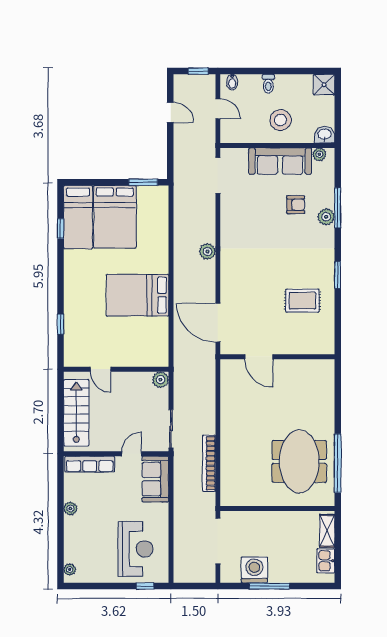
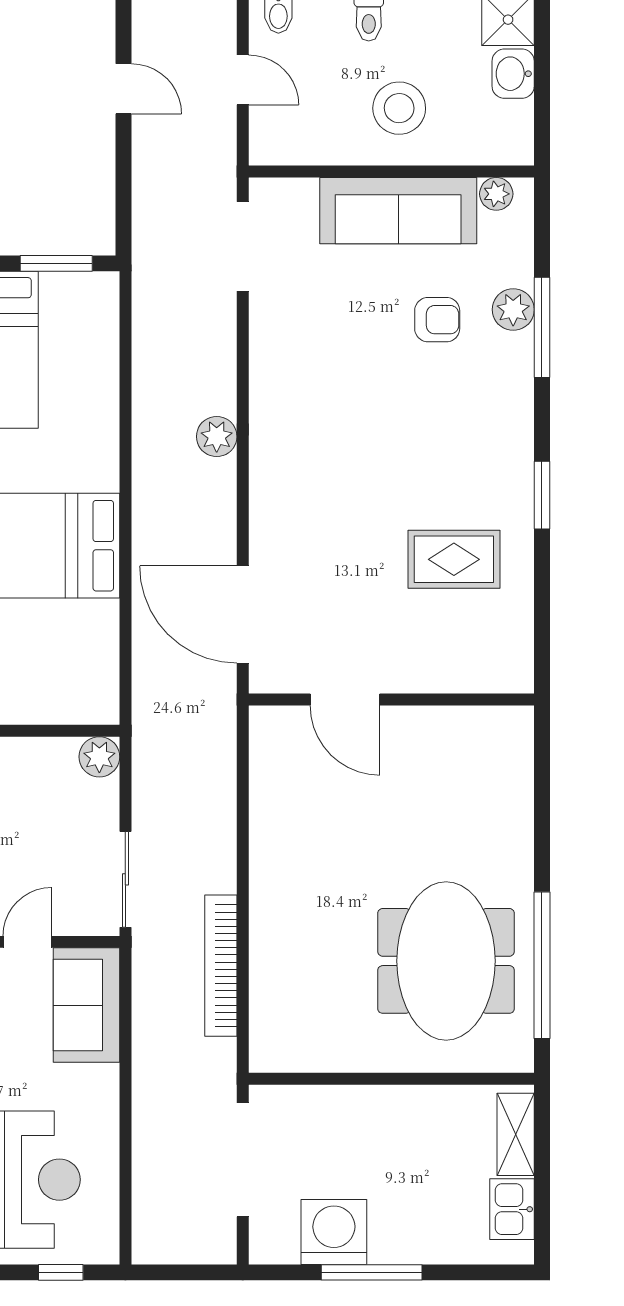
washbasin: (325, 135) -> (513, 74), moved, turned -90
plant: (326, 217) -> (513, 310), moved

